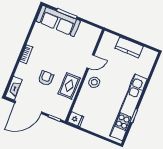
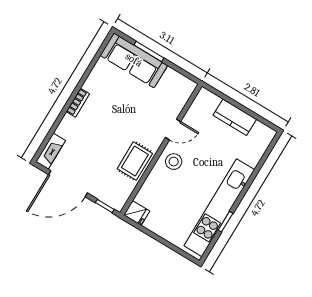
armchair: (46, 78) -> (102, 144), removed

